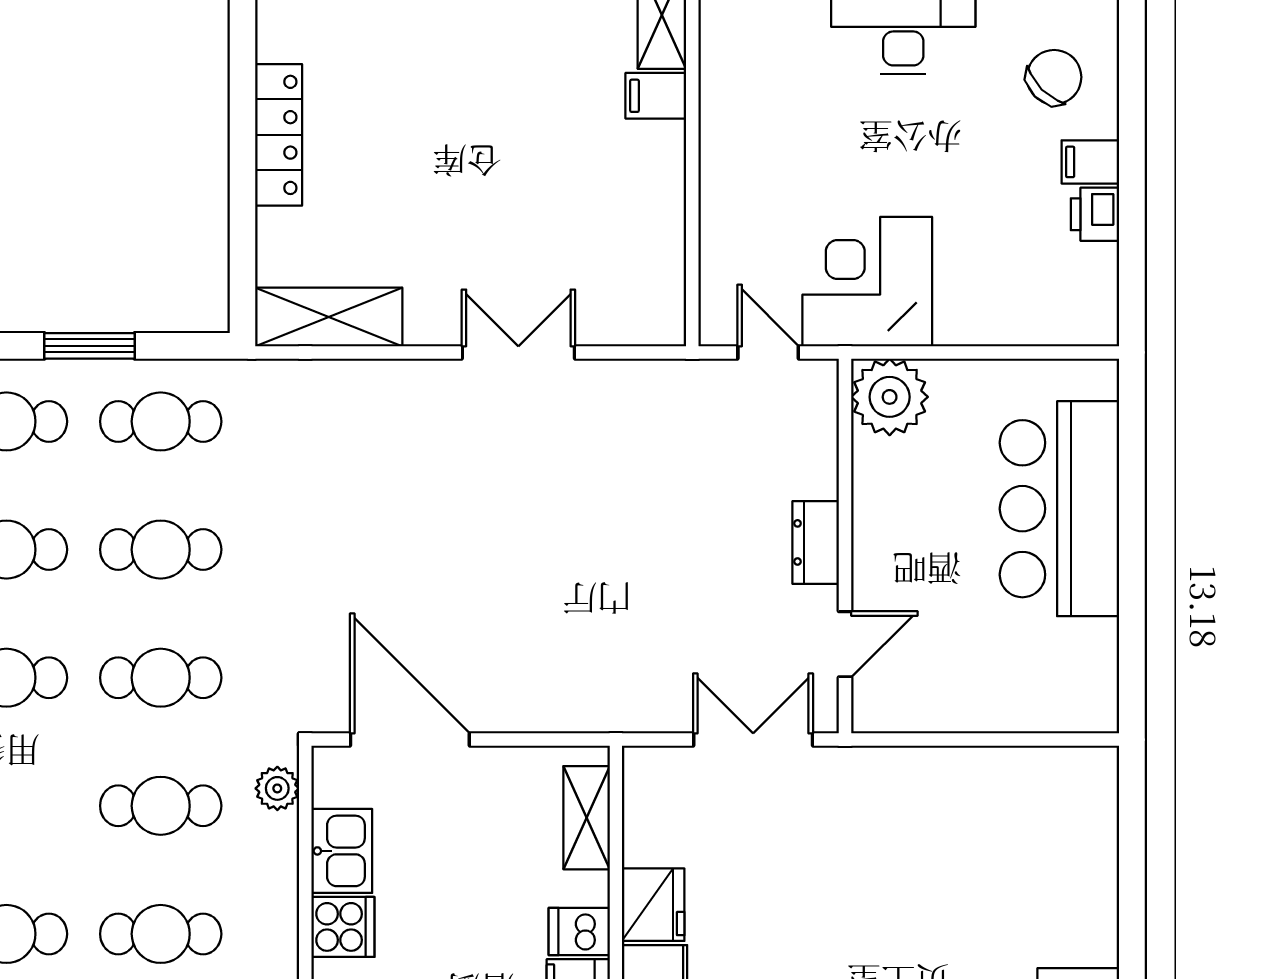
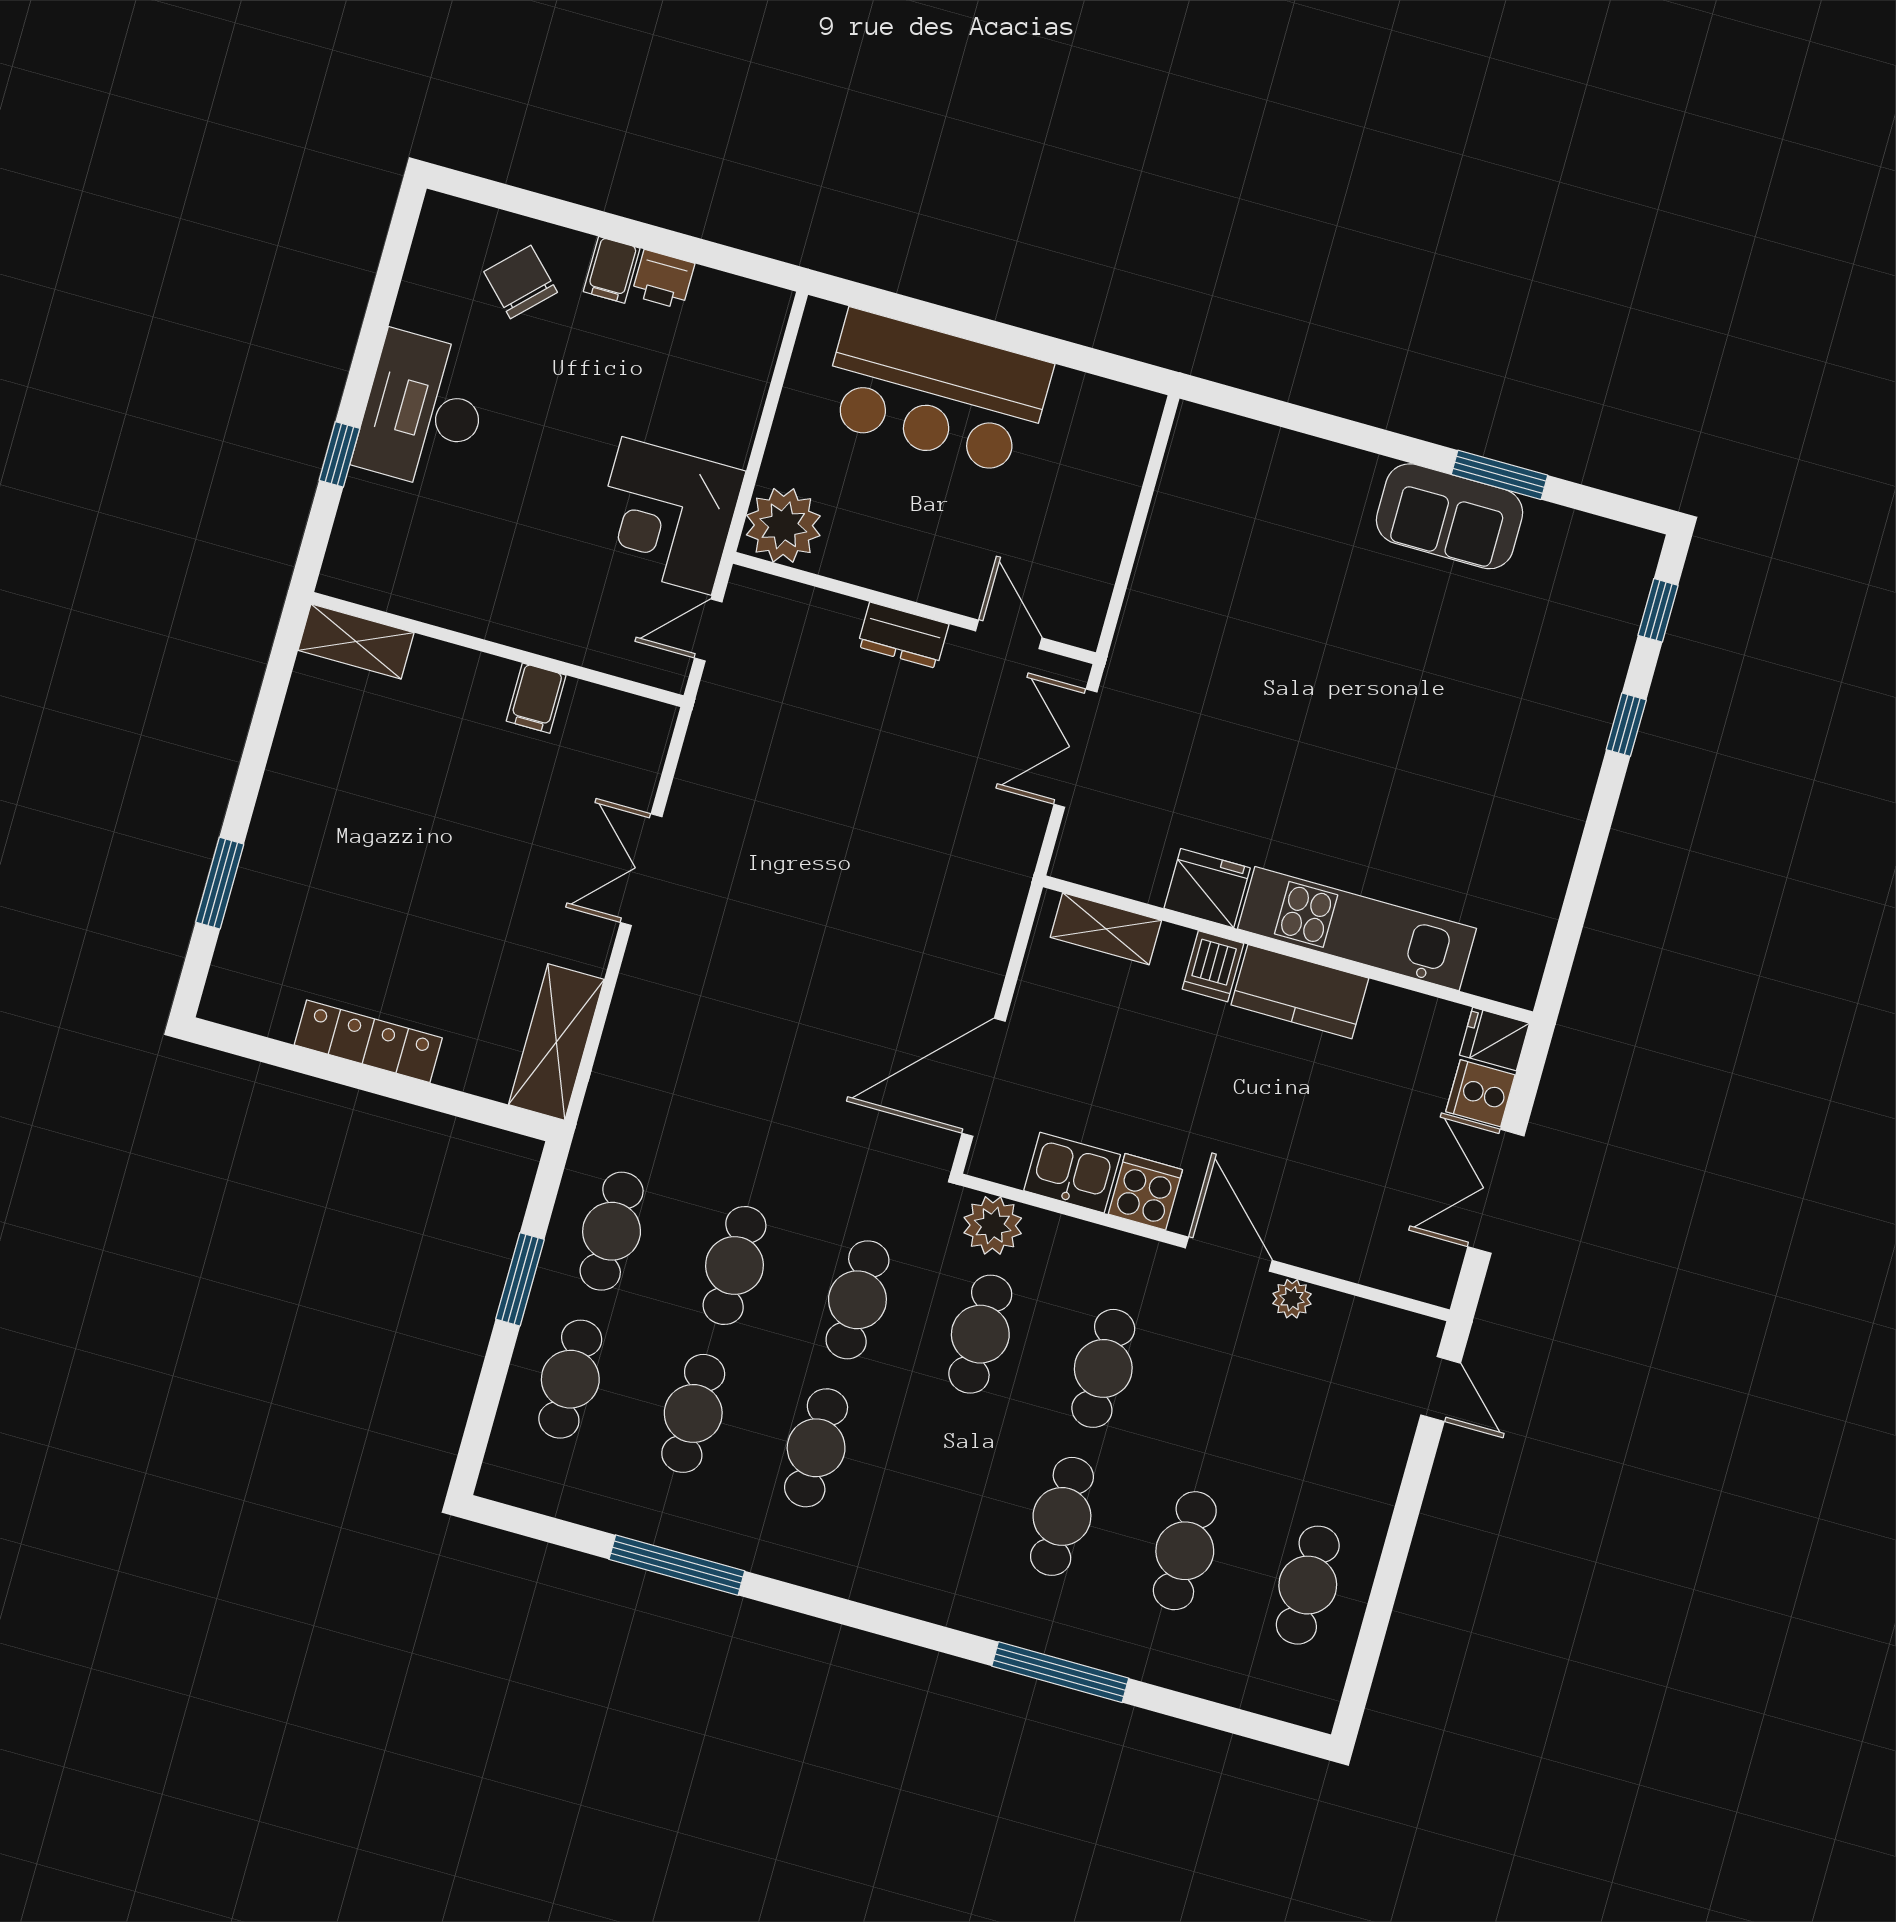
filing cabinet: (656, 96) -> (536, 698), moved
plant: (277, 788) -> (993, 1225), width x1.38, depth x1.38

